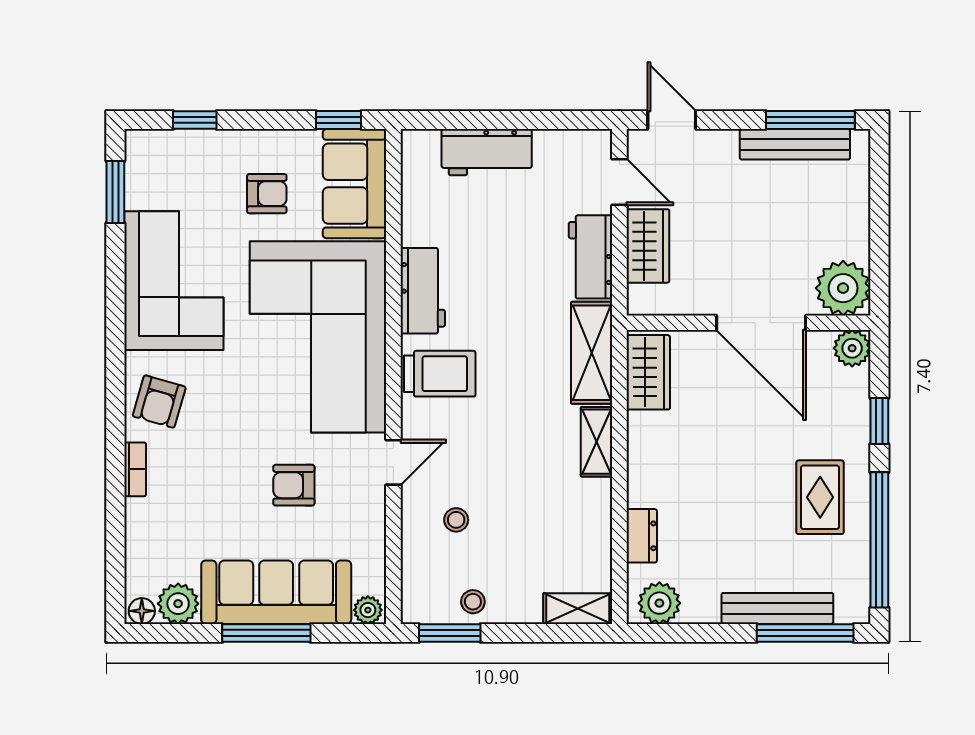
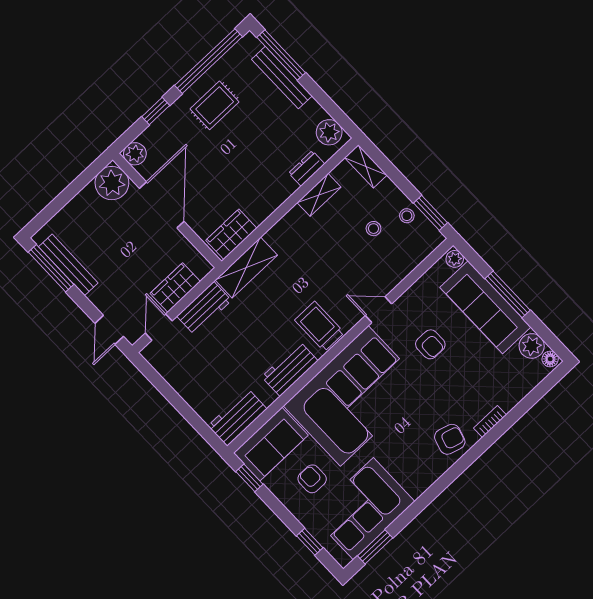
workbench: (487, 152) -> (237, 417), moved, turned -90
corner sofa: (174, 281) -> (363, 509), moved
shelving: (596, 442) -> (319, 195), moved
stool: (456, 520) -> (374, 229), moved

